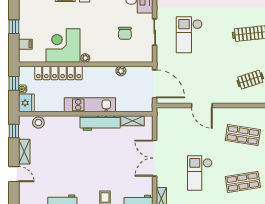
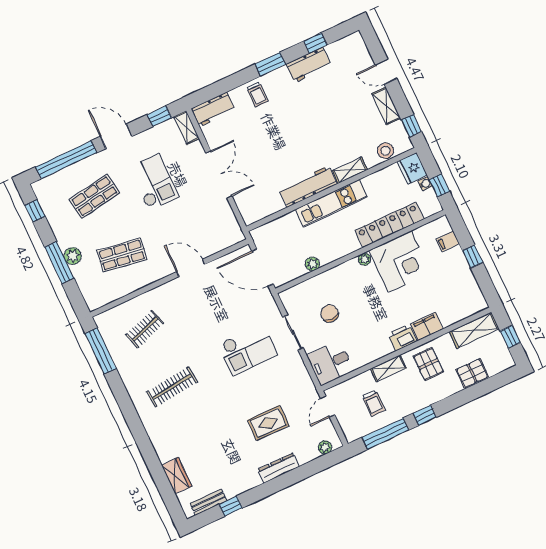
checkout: (189, 35) -> (248, 349), turned 90
shelving: (133, 121) -> (350, 170), moved

